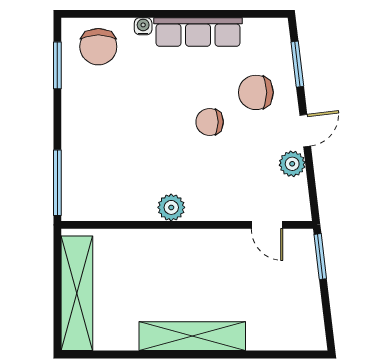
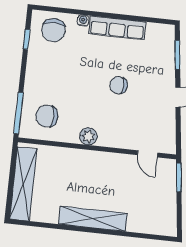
window: (57, 65) -> (27, 39), width x0.67
chair: (256, 92) -> (47, 116), moved
plant: (292, 164) -> (167, 117), removed

